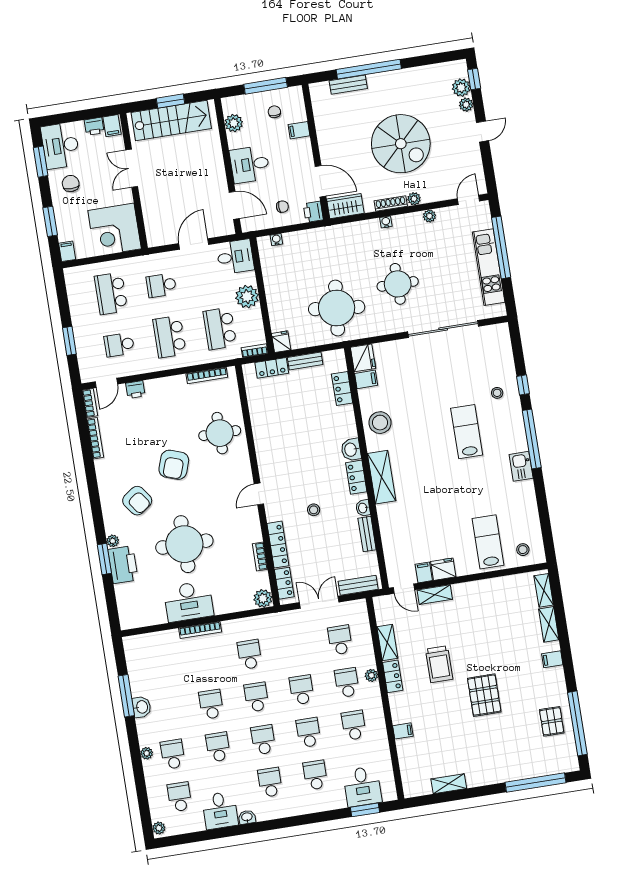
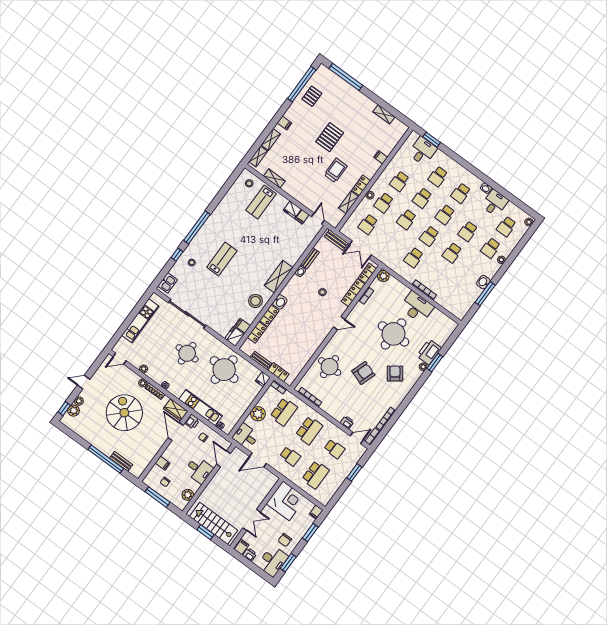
kitchen unit: (320, 237) -> (201, 408), added
window: (501, 247) -> (126, 324), removed
lab bench: (467, 432) -> (222, 259), turned 180
kitchen sink: (521, 466) -> (168, 283), moved
locker: (356, 477) -> (269, 316), moved
shelving: (435, 595) -> (274, 178), moved

